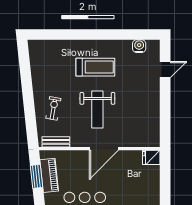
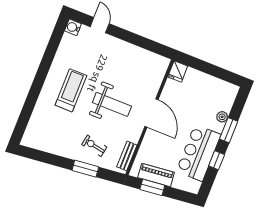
water cooler: (139, 46) -> (73, 27), moved
window: (29, 109) -> (85, 169), added

